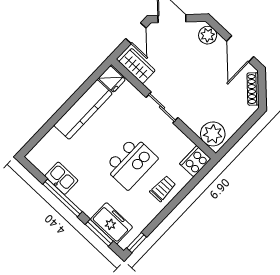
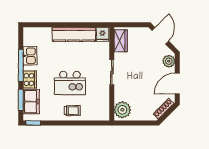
door: (136, 33) -> (136, 25), removed
cooker: (195, 161) -> (30, 80), moved, turned 90

